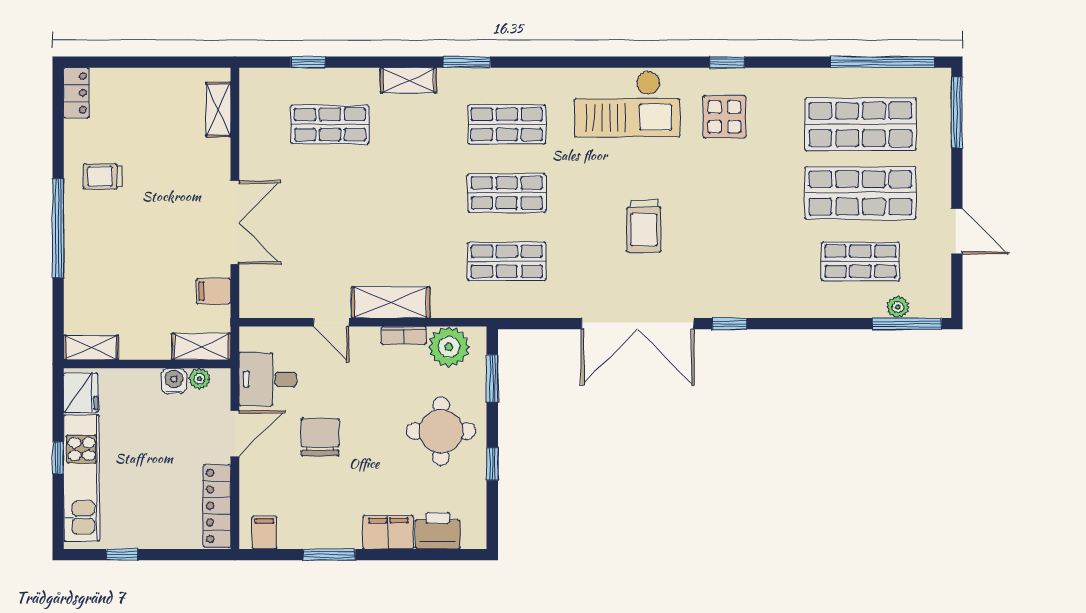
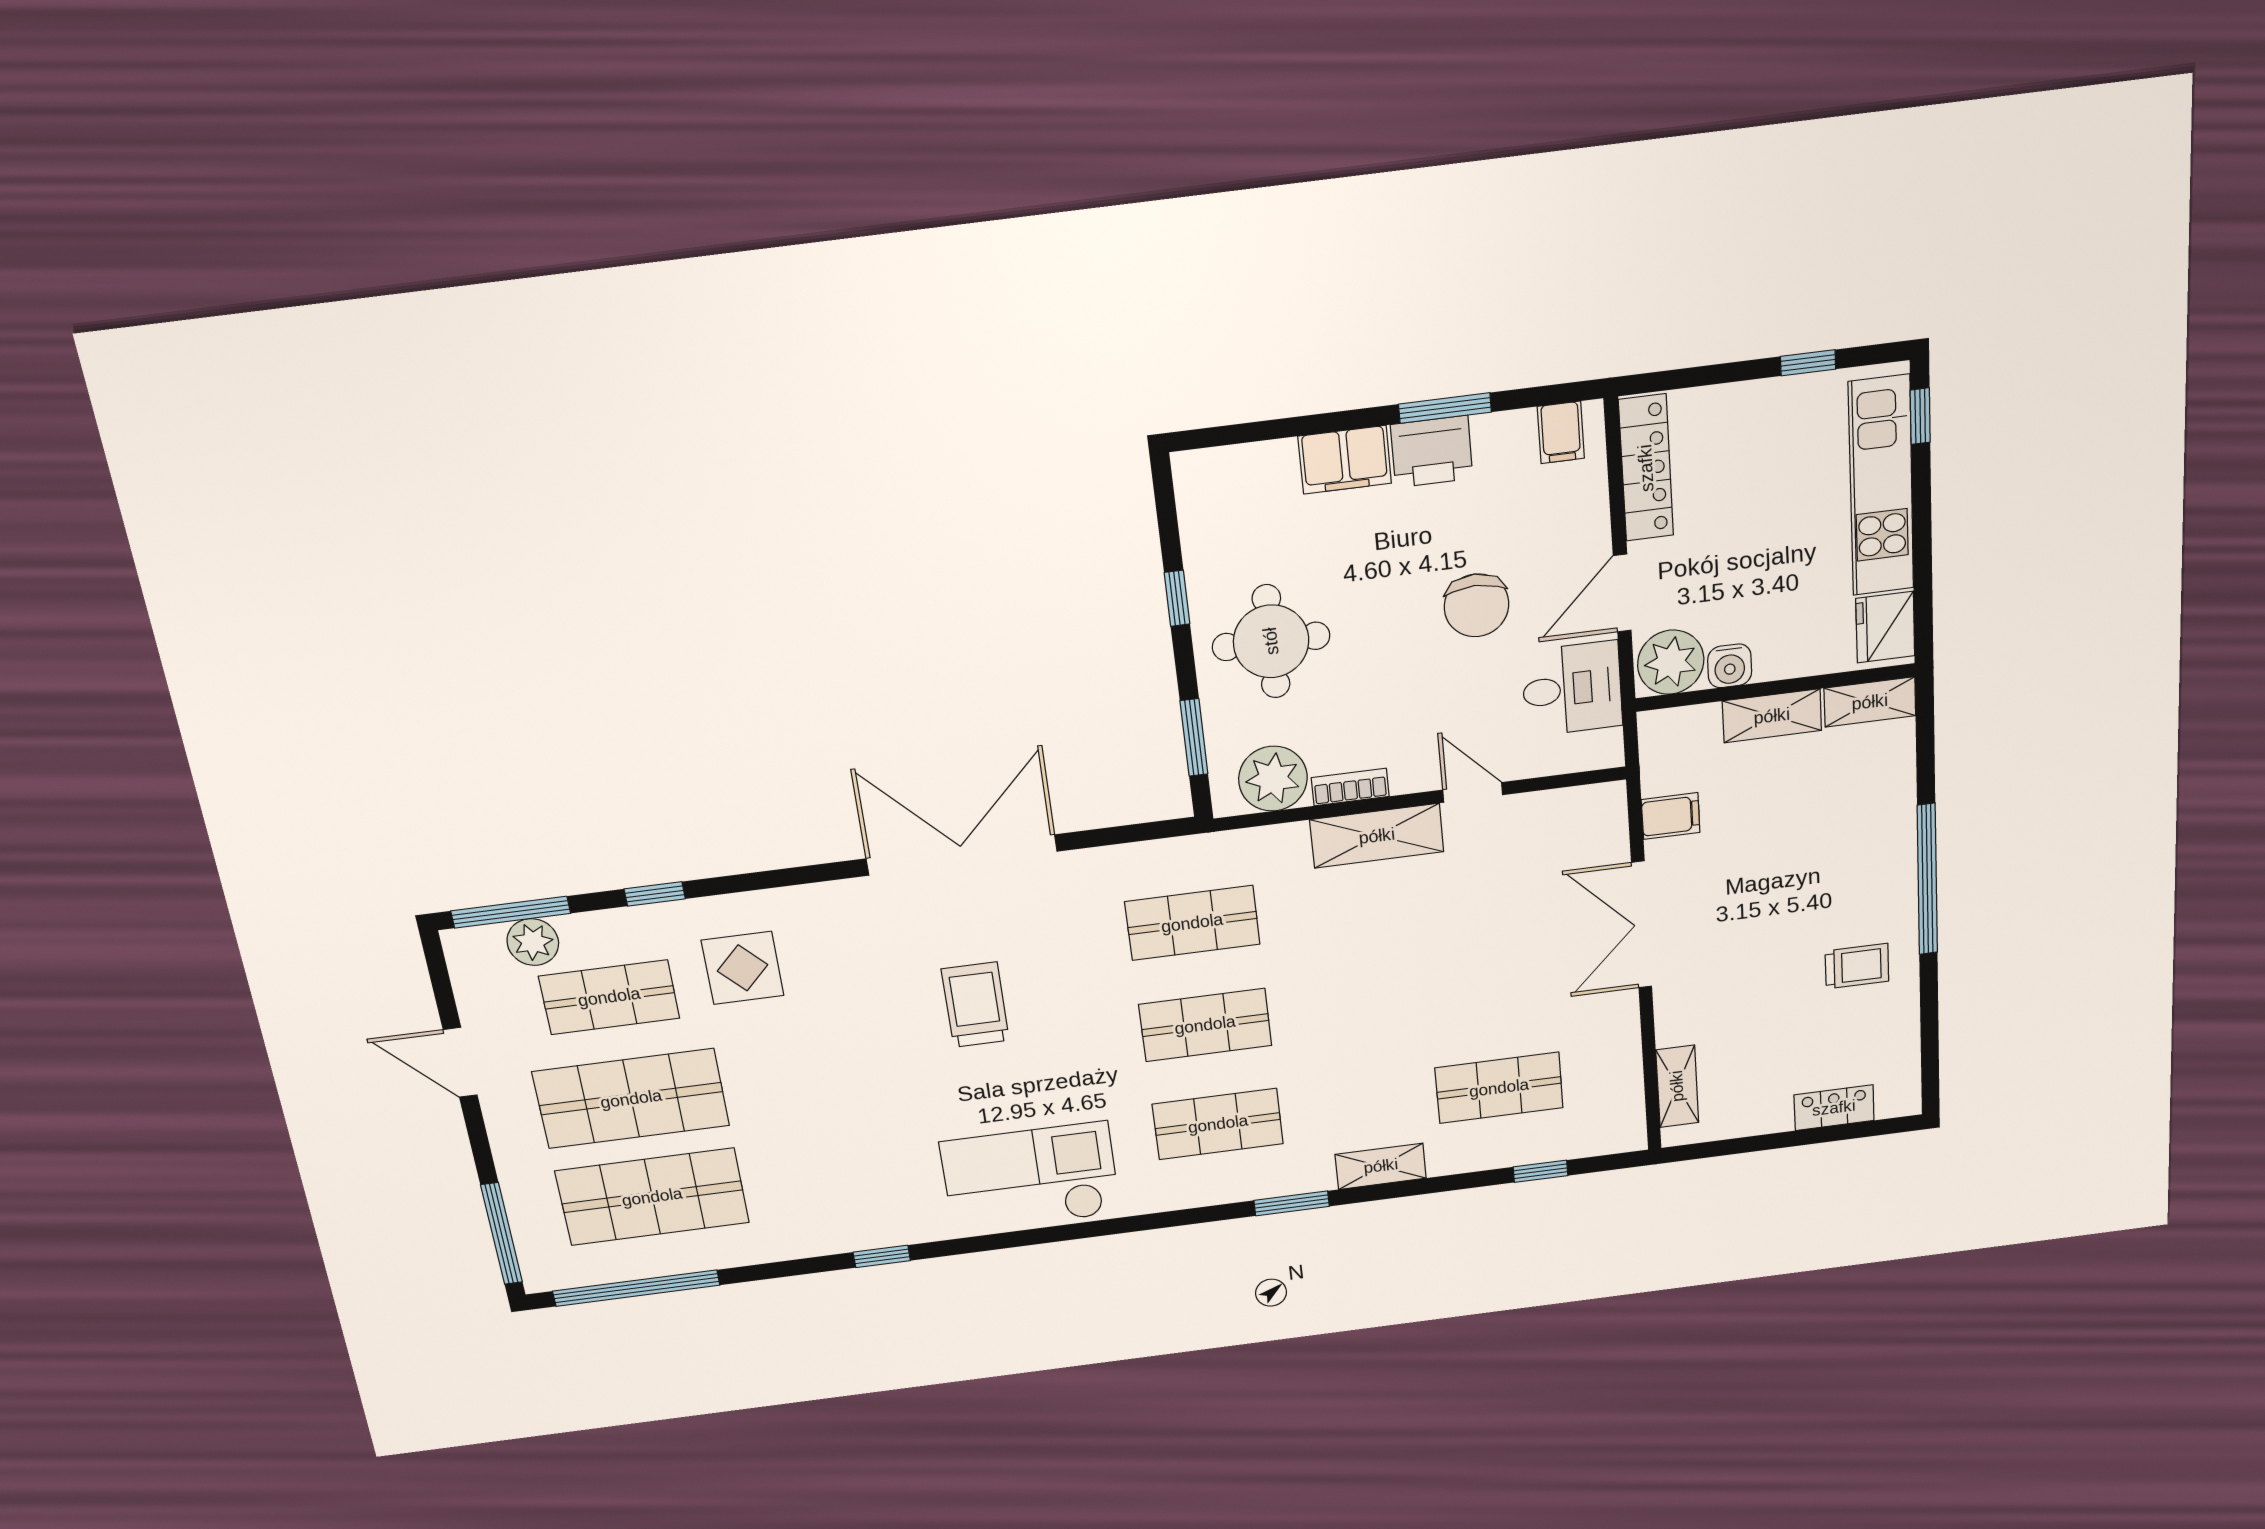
locker: (76, 93) -> (1834, 1108), moved, turned 90
display table: (724, 117) -> (743, 968), moved
plant: (898, 307) -> (533, 942), width x1.38, depth x1.38
window: (729, 324) -> (655, 894), moved
shelving: (201, 347) -> (1772, 716), moved
plant: (199, 379) -> (1671, 662), width x1.88, depth x1.88
window: (58, 458) -> (1920, 416), moved
printer: (438, 531) -> (1432, 452), moved

